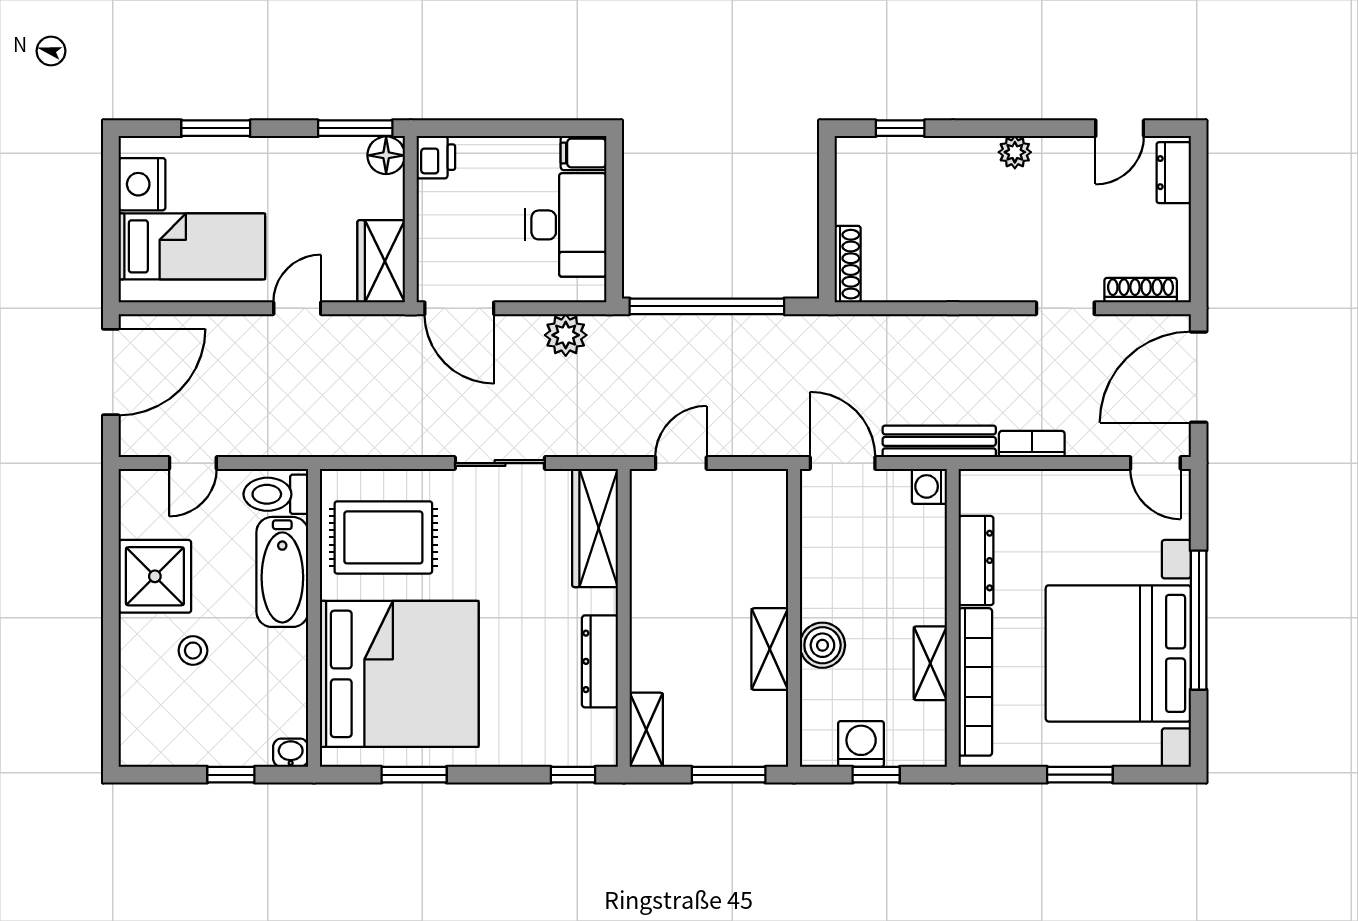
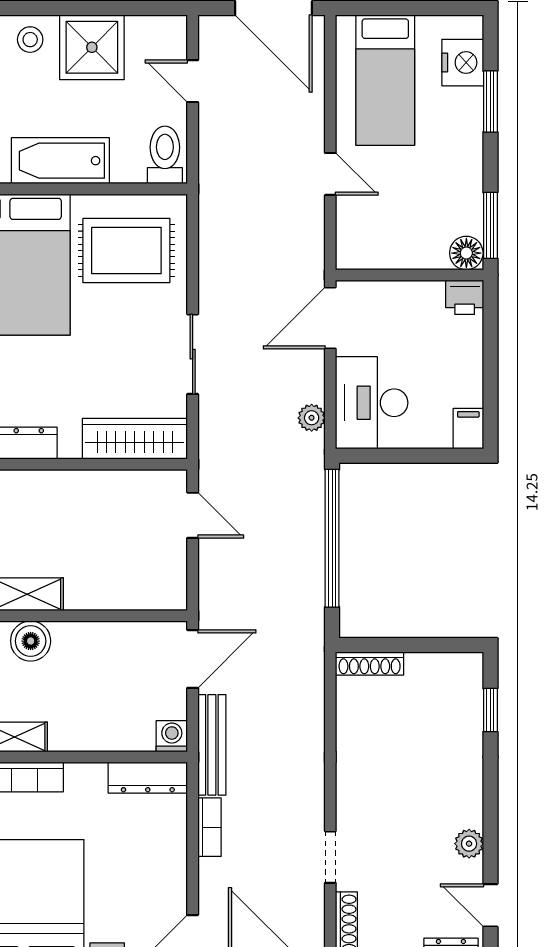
plant: (1015, 152) -> (469, 844), moved
nightstand: (142, 184) -> (463, 63), moved, turned 90
desk: (566, 225) -> (372, 403), moved, turned 90
wardrobe: (381, 261) -> (372, 249), removed
plant: (566, 335) -> (312, 418), width x0.73, depth x0.73
rug: (383, 537) -> (126, 251), turned 90
dresser: (976, 561) -> (148, 778), moved
bathtub: (282, 572) -> (60, 161), moved
stool: (193, 651) -> (30, 40), moved

